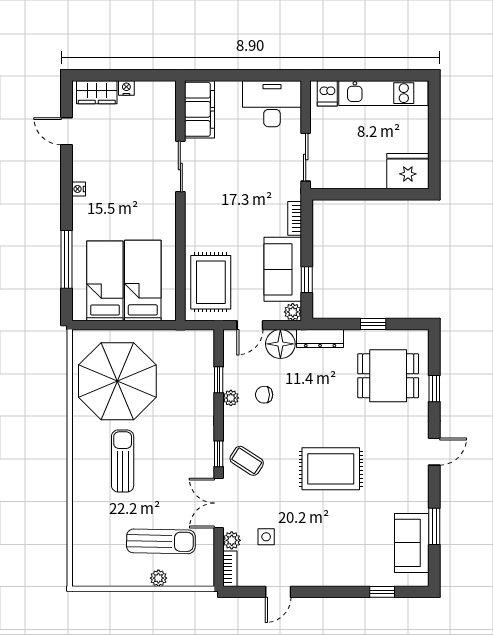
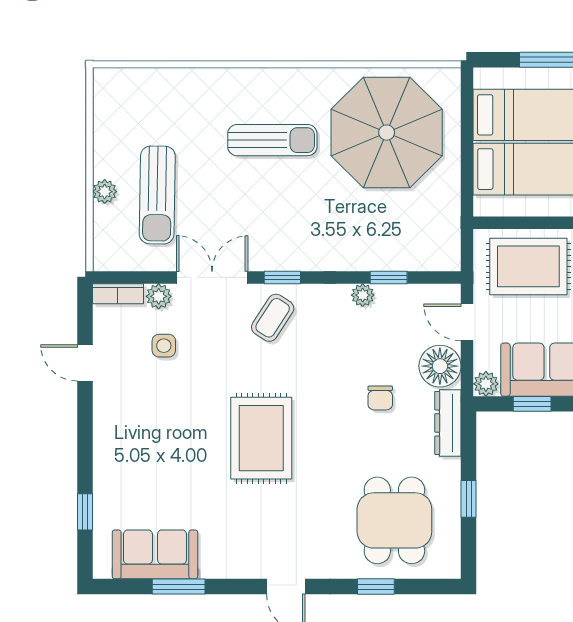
chair: (264, 395) -> (380, 398), moved, turned 180

